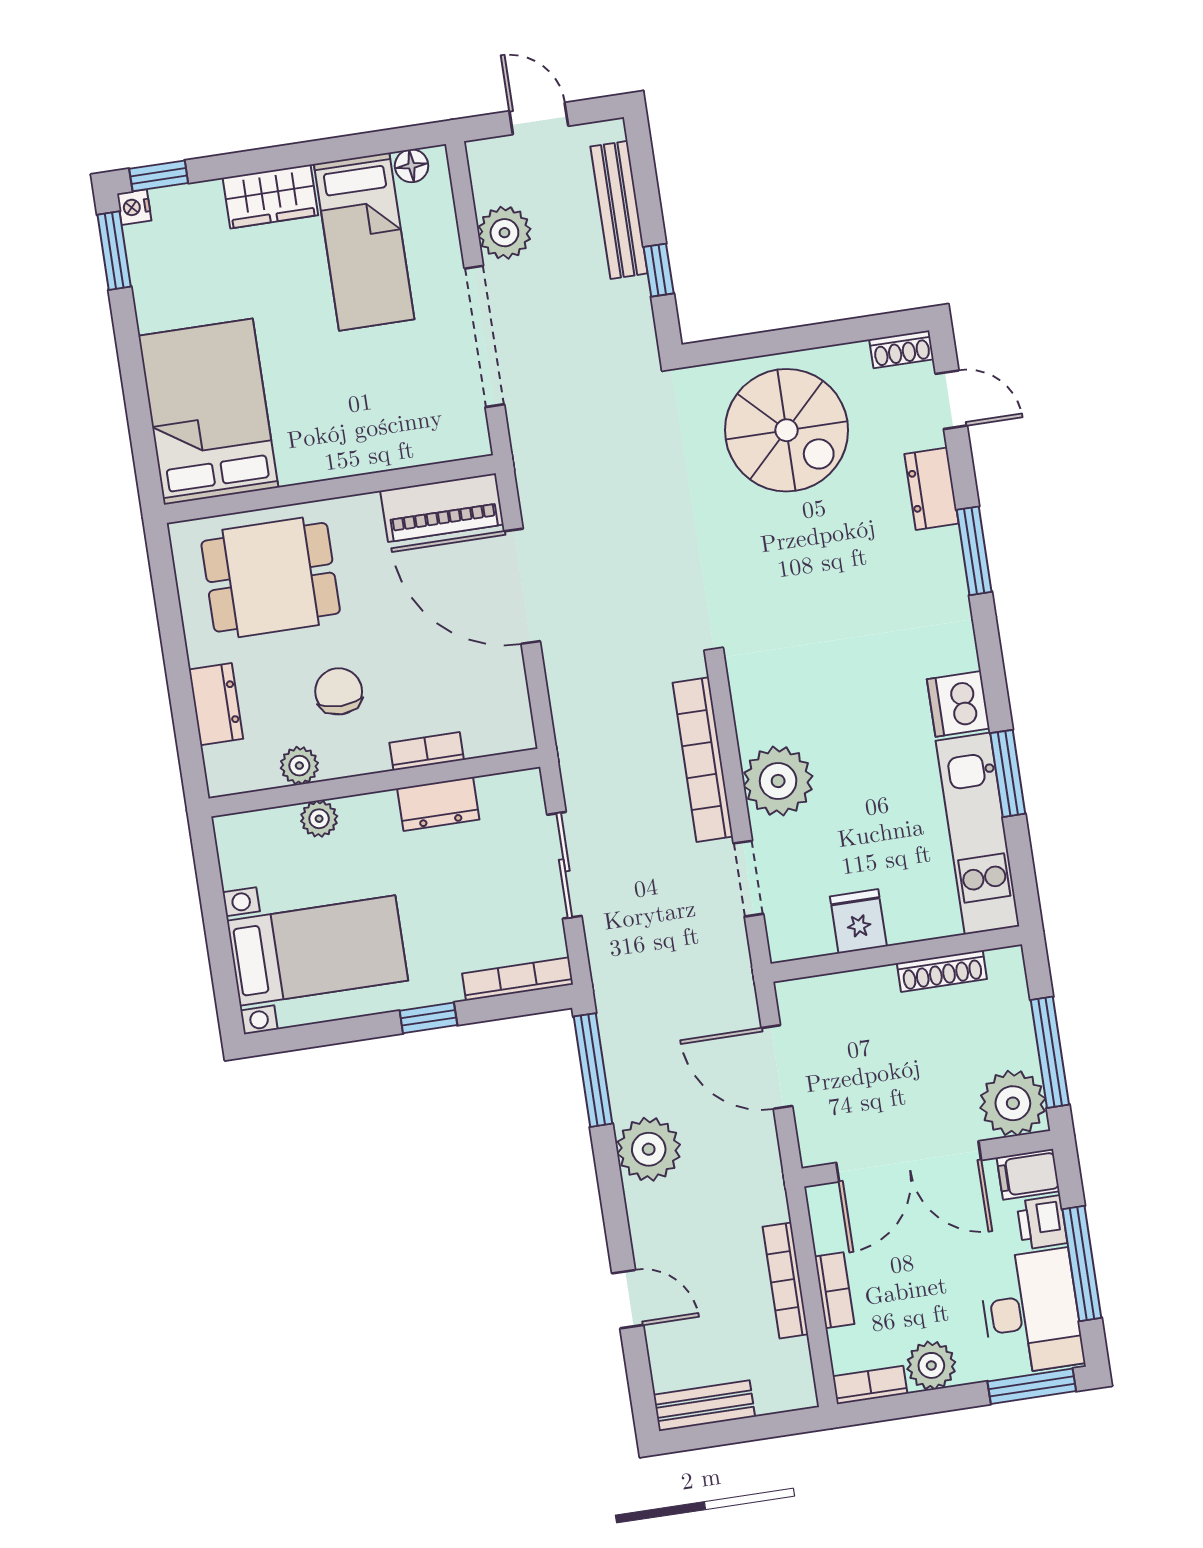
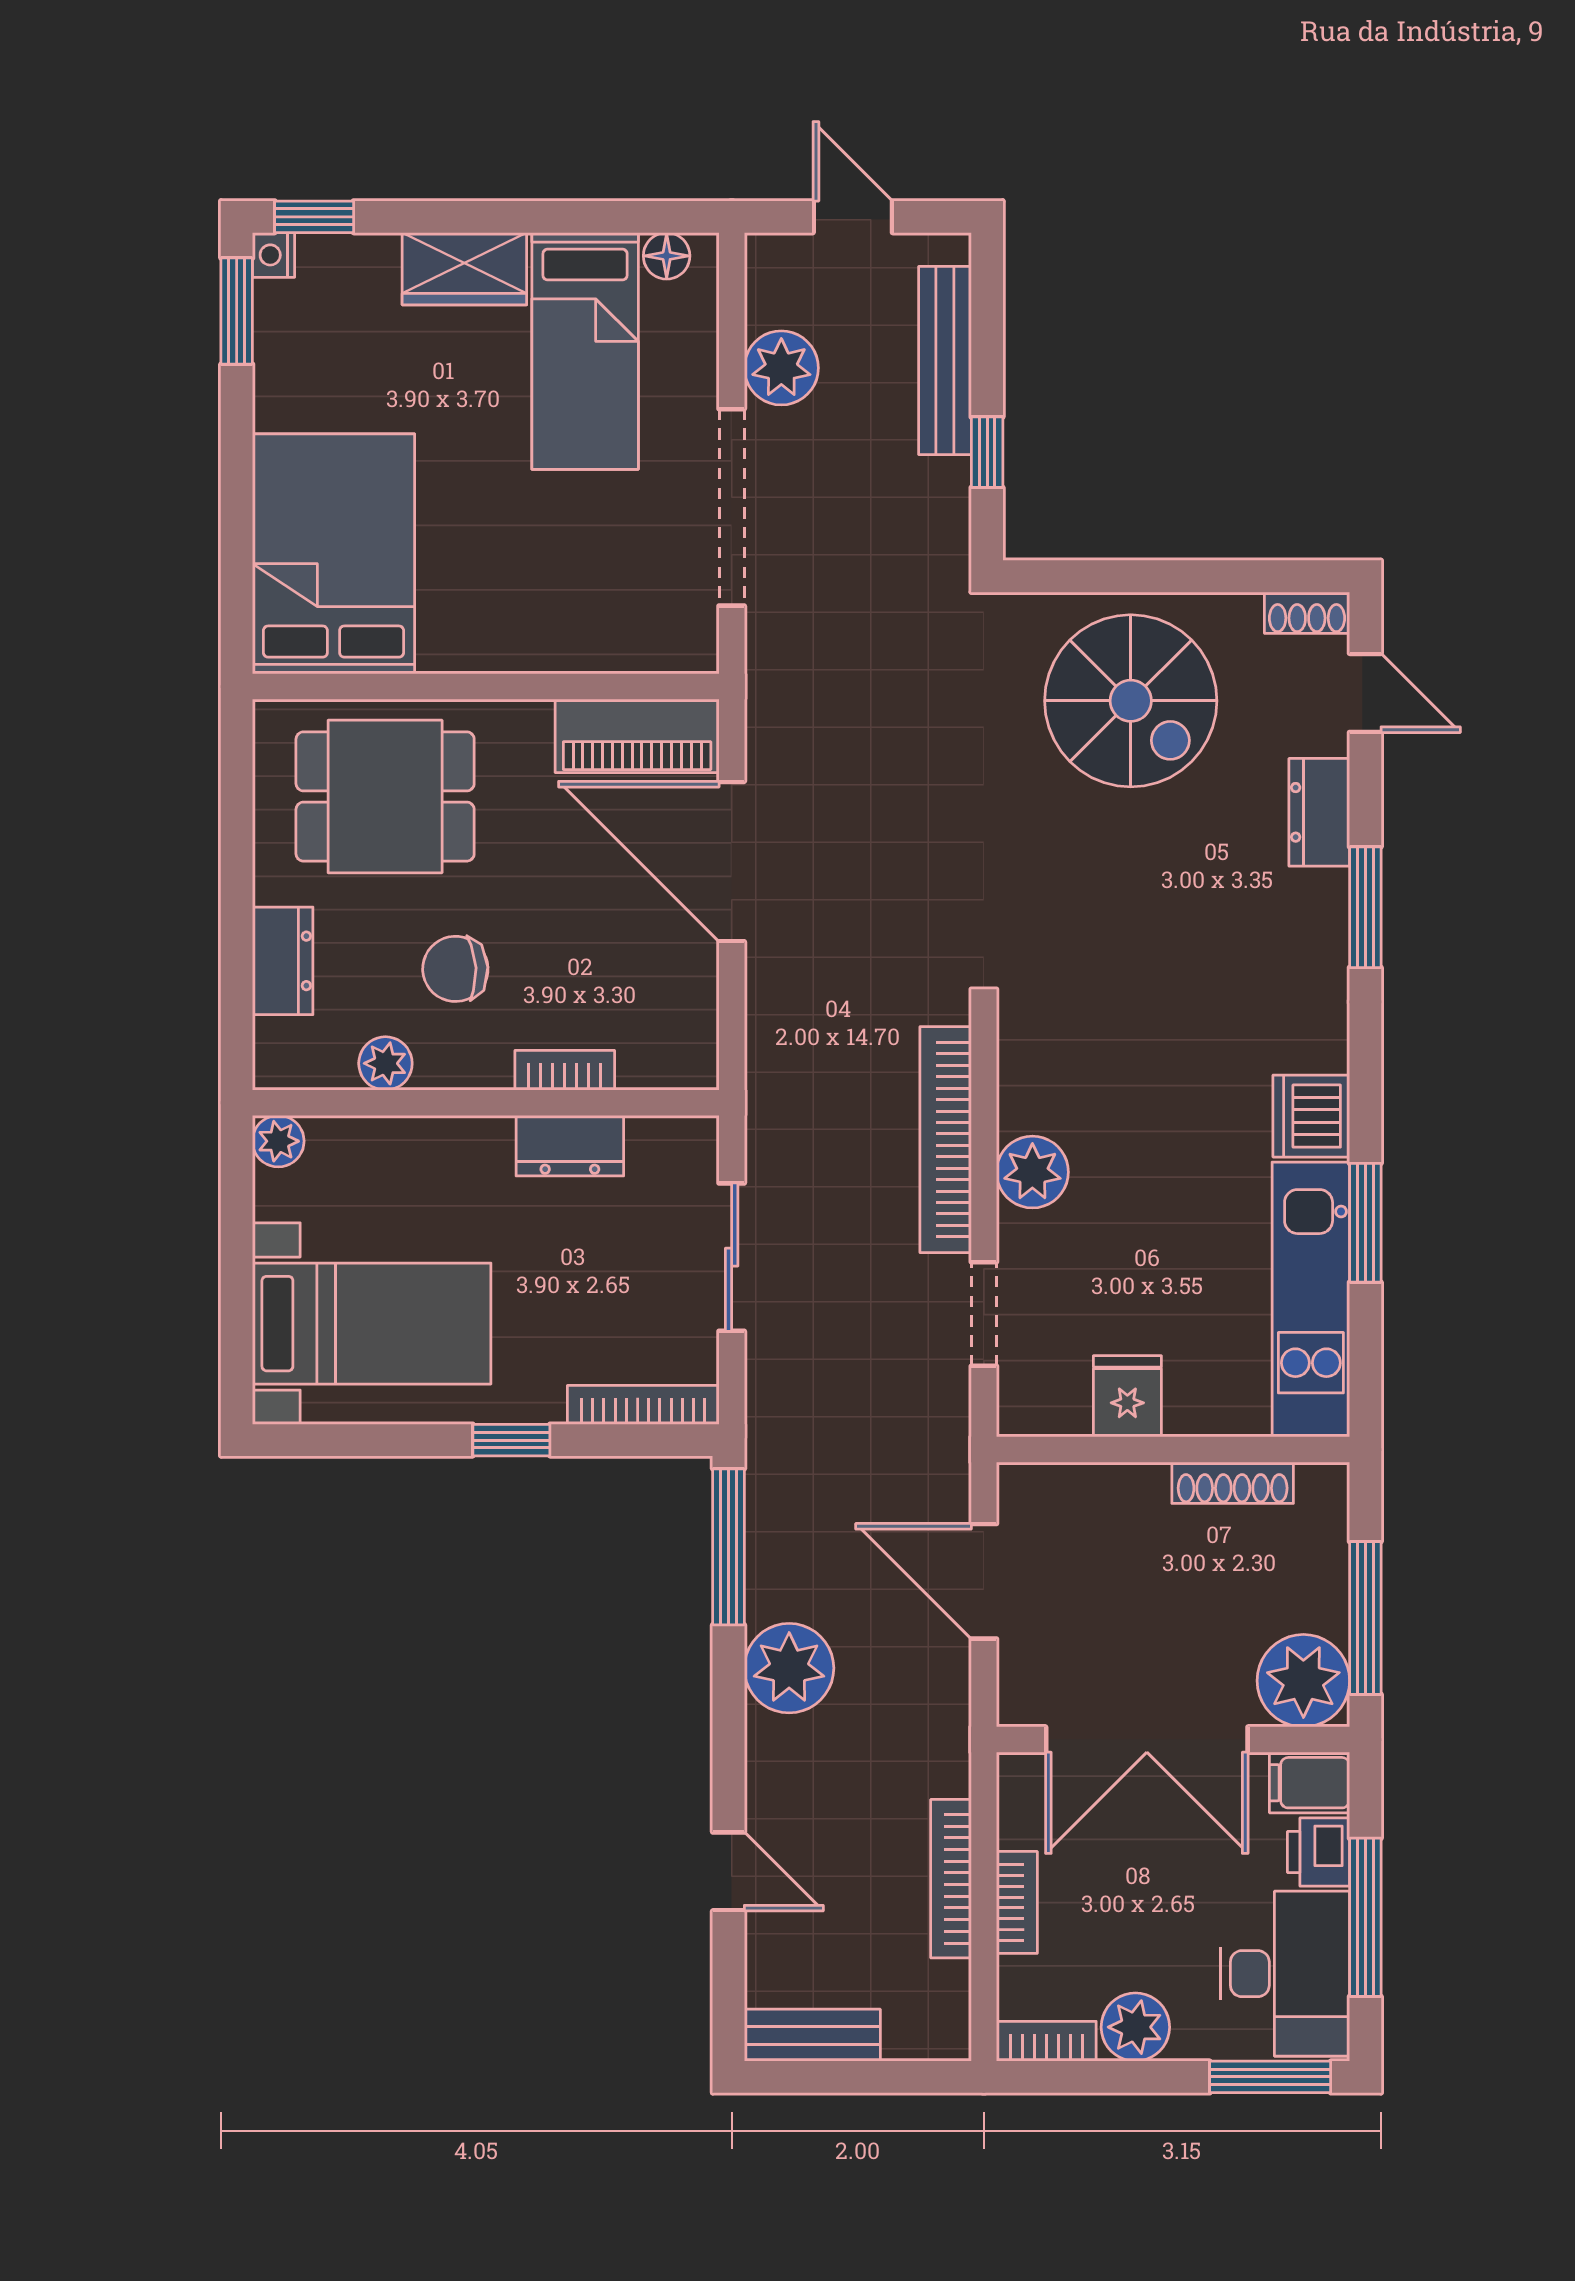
chair: (339, 691) -> (455, 969), turned -93
plant: (778, 781) -> (1032, 1172), width x0.73, depth x0.73
plant: (319, 819) -> (278, 1141), moved

